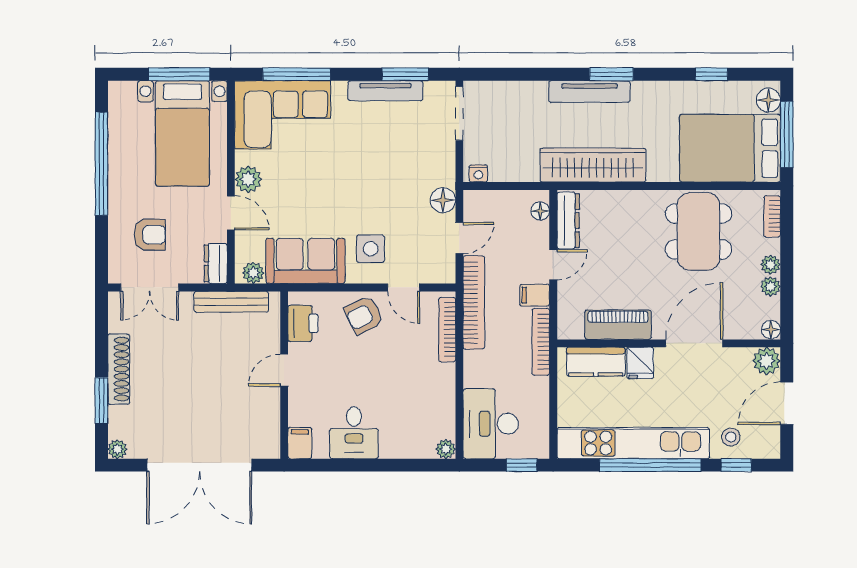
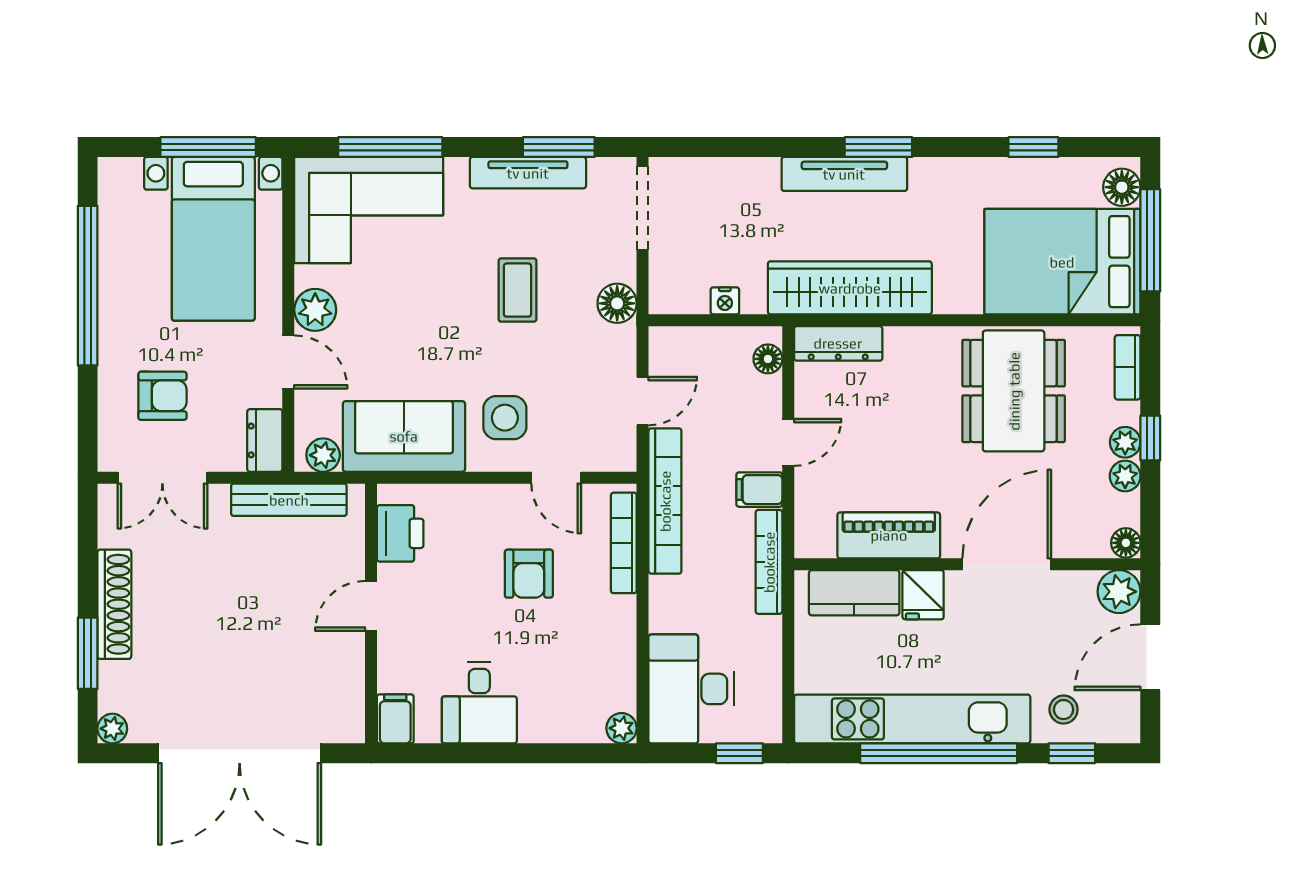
coffee table: (379, 166) -> (517, 290), added
nightstand: (478, 173) -> (725, 301), moved
floor lamp: (443, 200) -> (617, 303), moved
dresser: (568, 221) -> (838, 343), moved, turned 90
window: (787, 262) -> (1150, 438), added
armchair: (364, 315) -> (529, 574), moved, turned -64

